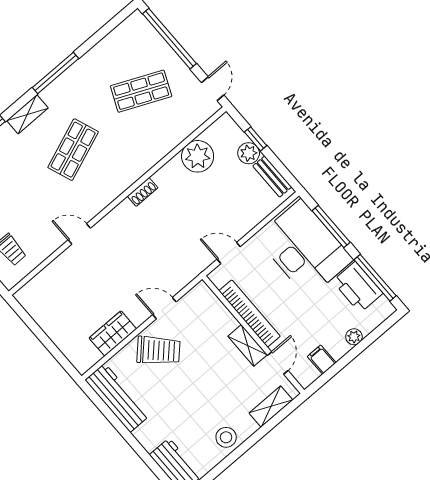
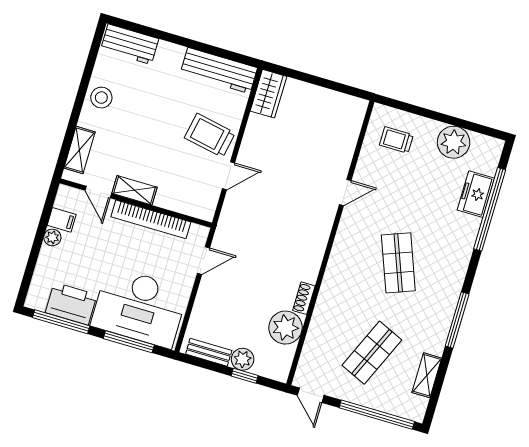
shelving: (27, 114) -> (427, 375), moved
shoe rack: (143, 192) -> (304, 298), moved
wardrobe: (113, 333) -> (268, 94), moved
plant: (354, 337) -> (52, 237), moved
trolley: (158, 350) -> (210, 135), turned 57

